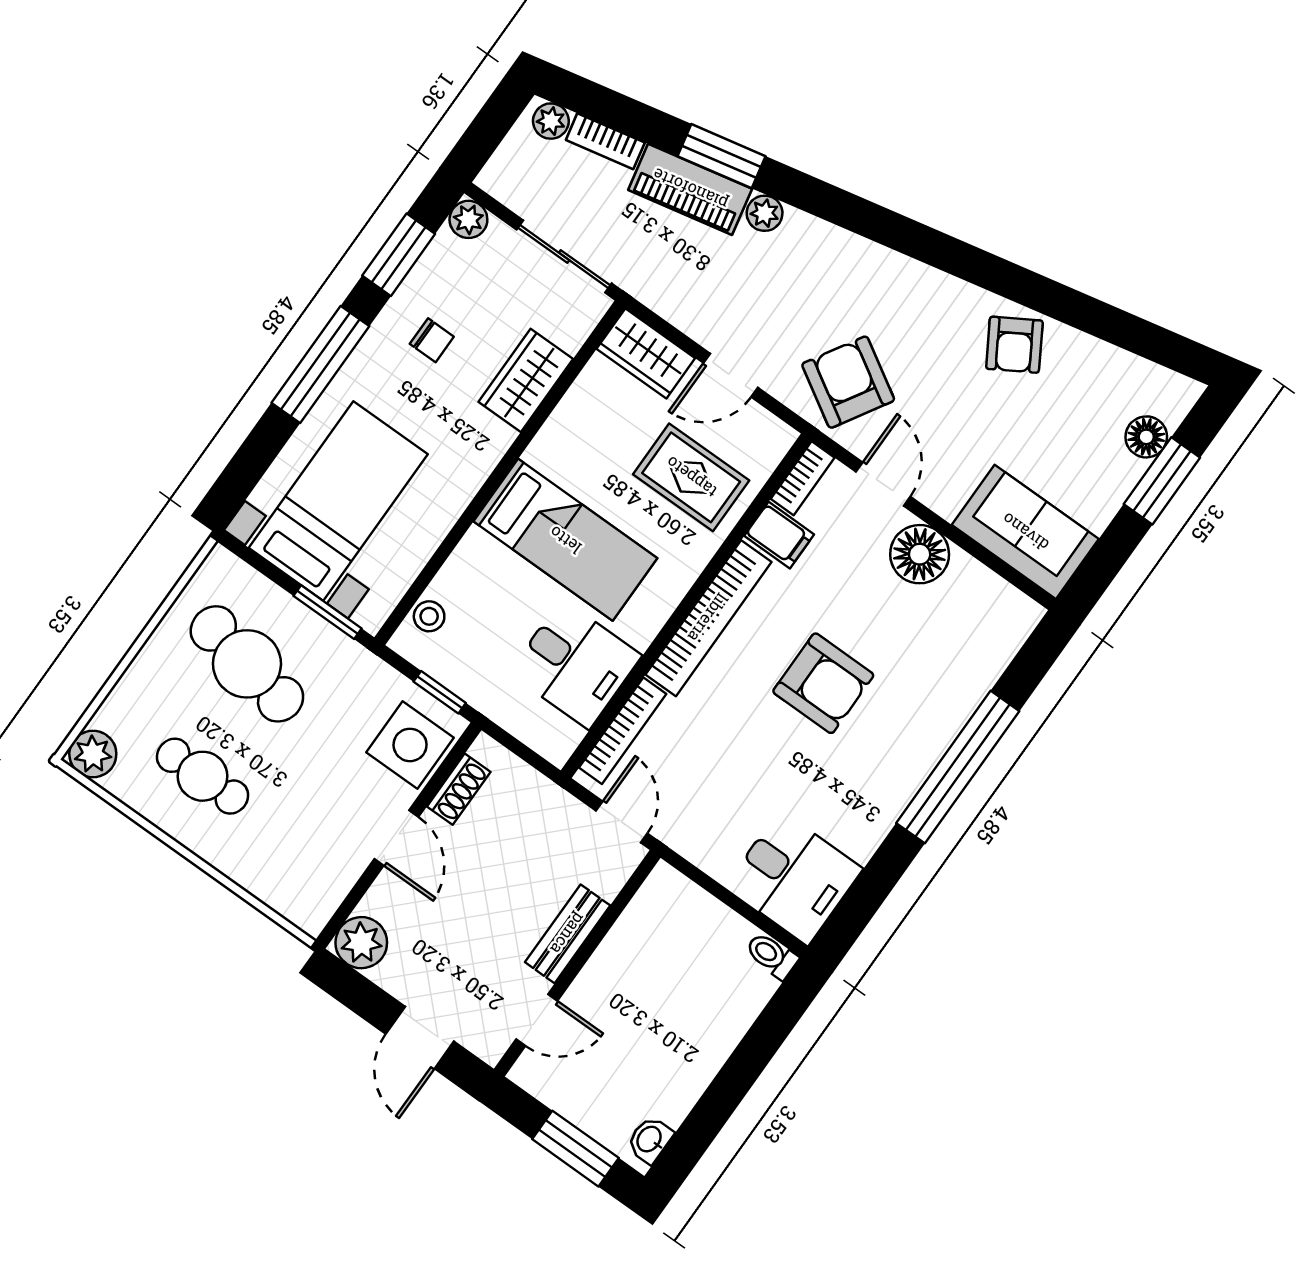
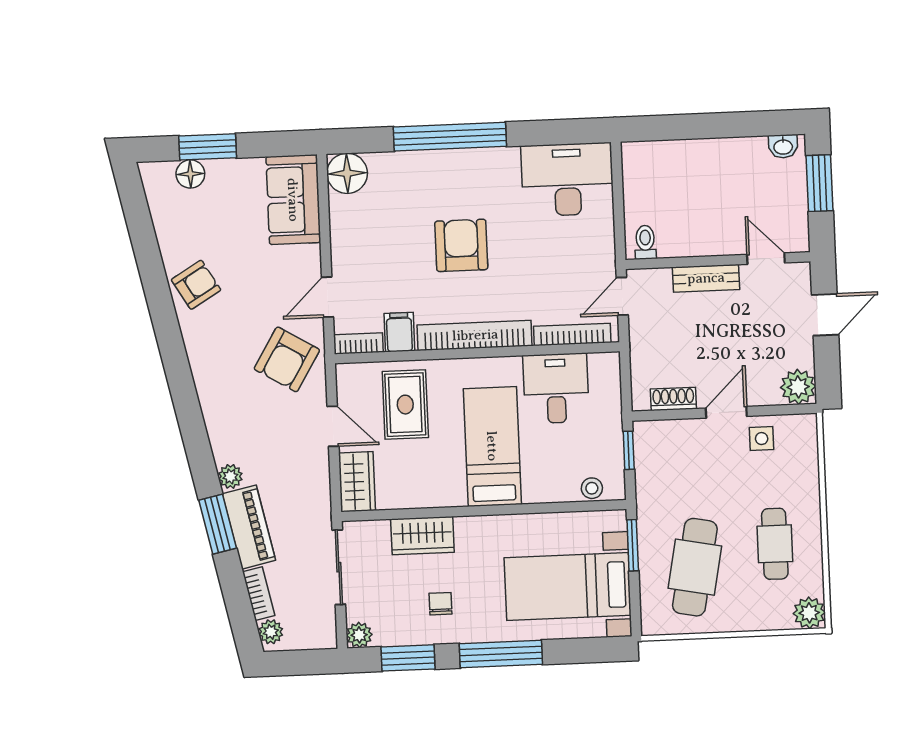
floor lamp: (920, 554) -> (347, 173), moved
side table: (410, 745) -> (762, 439), moved, width x0.54, depth x0.54
desk: (794, 878) -> (567, 180), width x1.37
toilet: (772, 956) -> (645, 242), moved, turned 180

